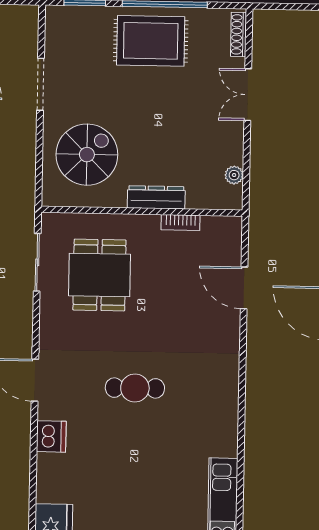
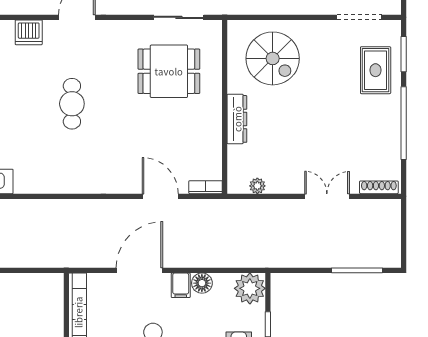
rug: (151, 41) -> (376, 70), moved, width x0.73, depth x0.70
doorway: (41, 84) -> (359, 17), moved
bookcase: (181, 222) -> (206, 187), moved, turned 90
door: (244, 288) -> (160, 196), hinge flipped

